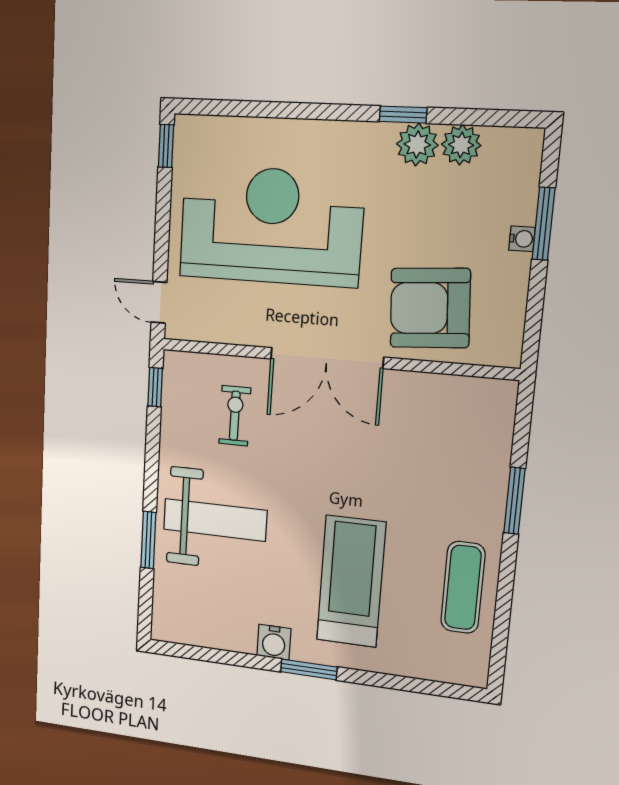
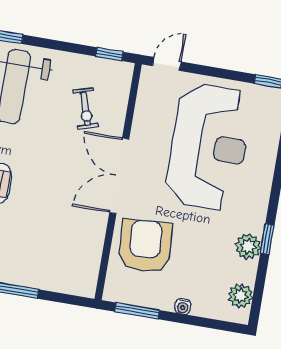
plant: (461, 145) -> (241, 296), moved
window: (544, 224) -> (137, 311), moved
exercise bike: (235, 416) -> (86, 109), turned 72

